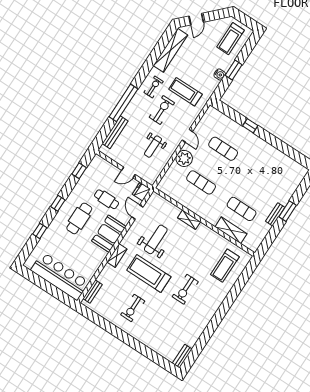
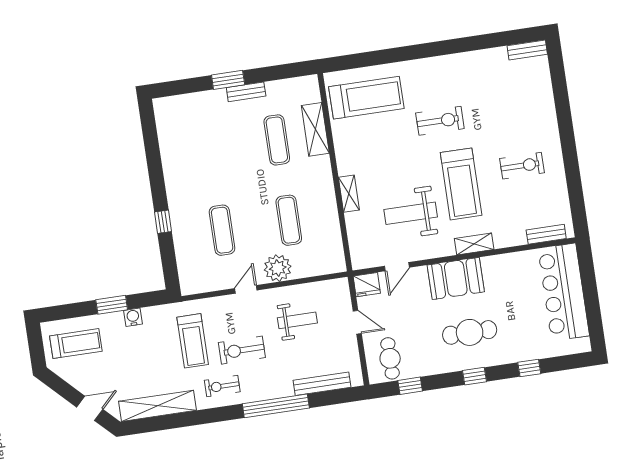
cafe table: (107, 199) -> (390, 358), moved
treadmill: (225, 266) -> (366, 98), width x1.37, depth x1.38

